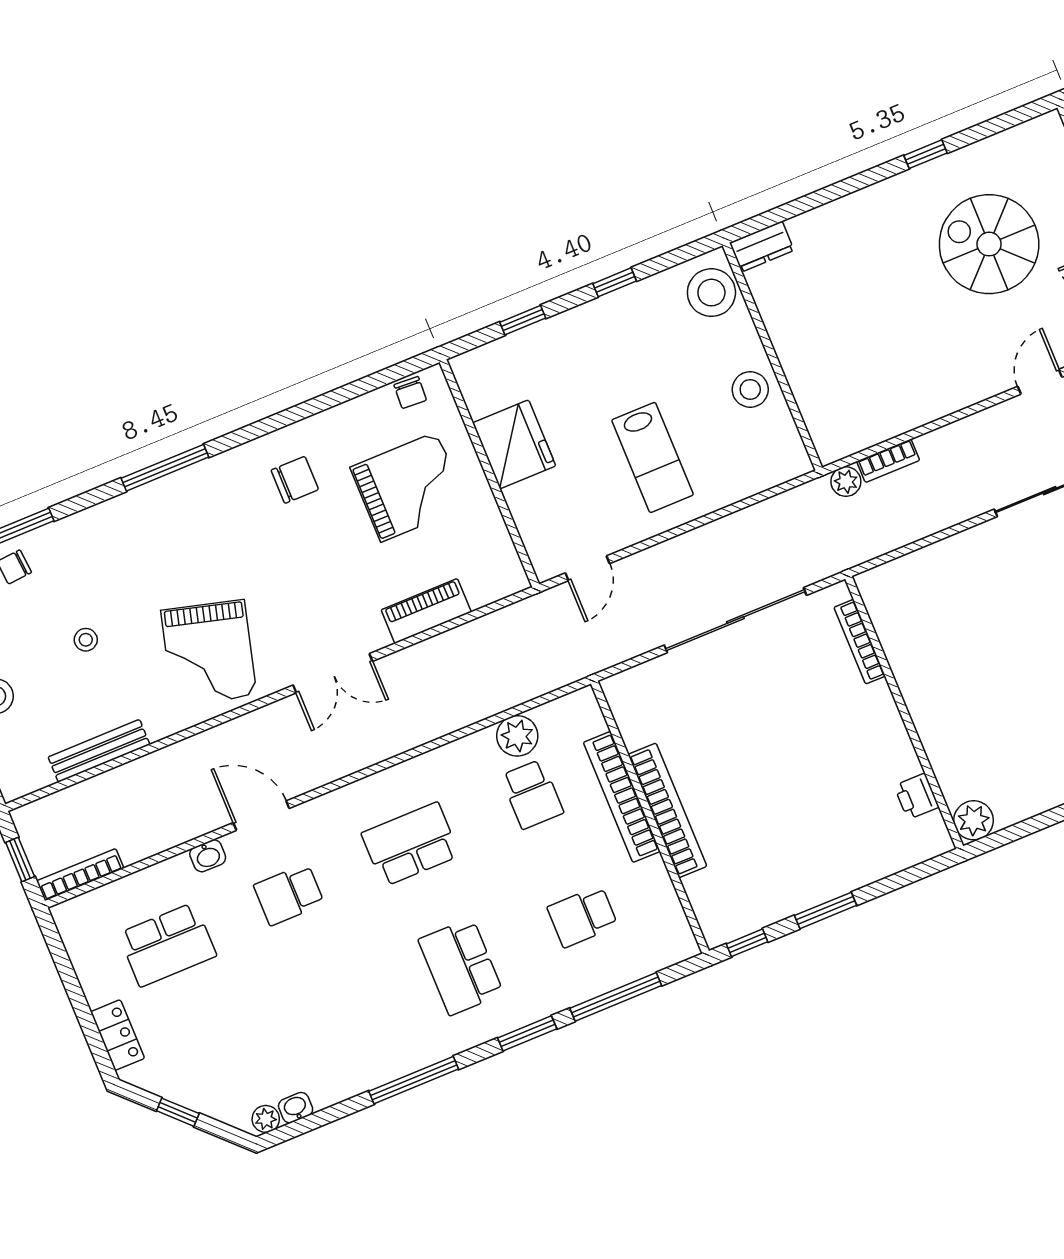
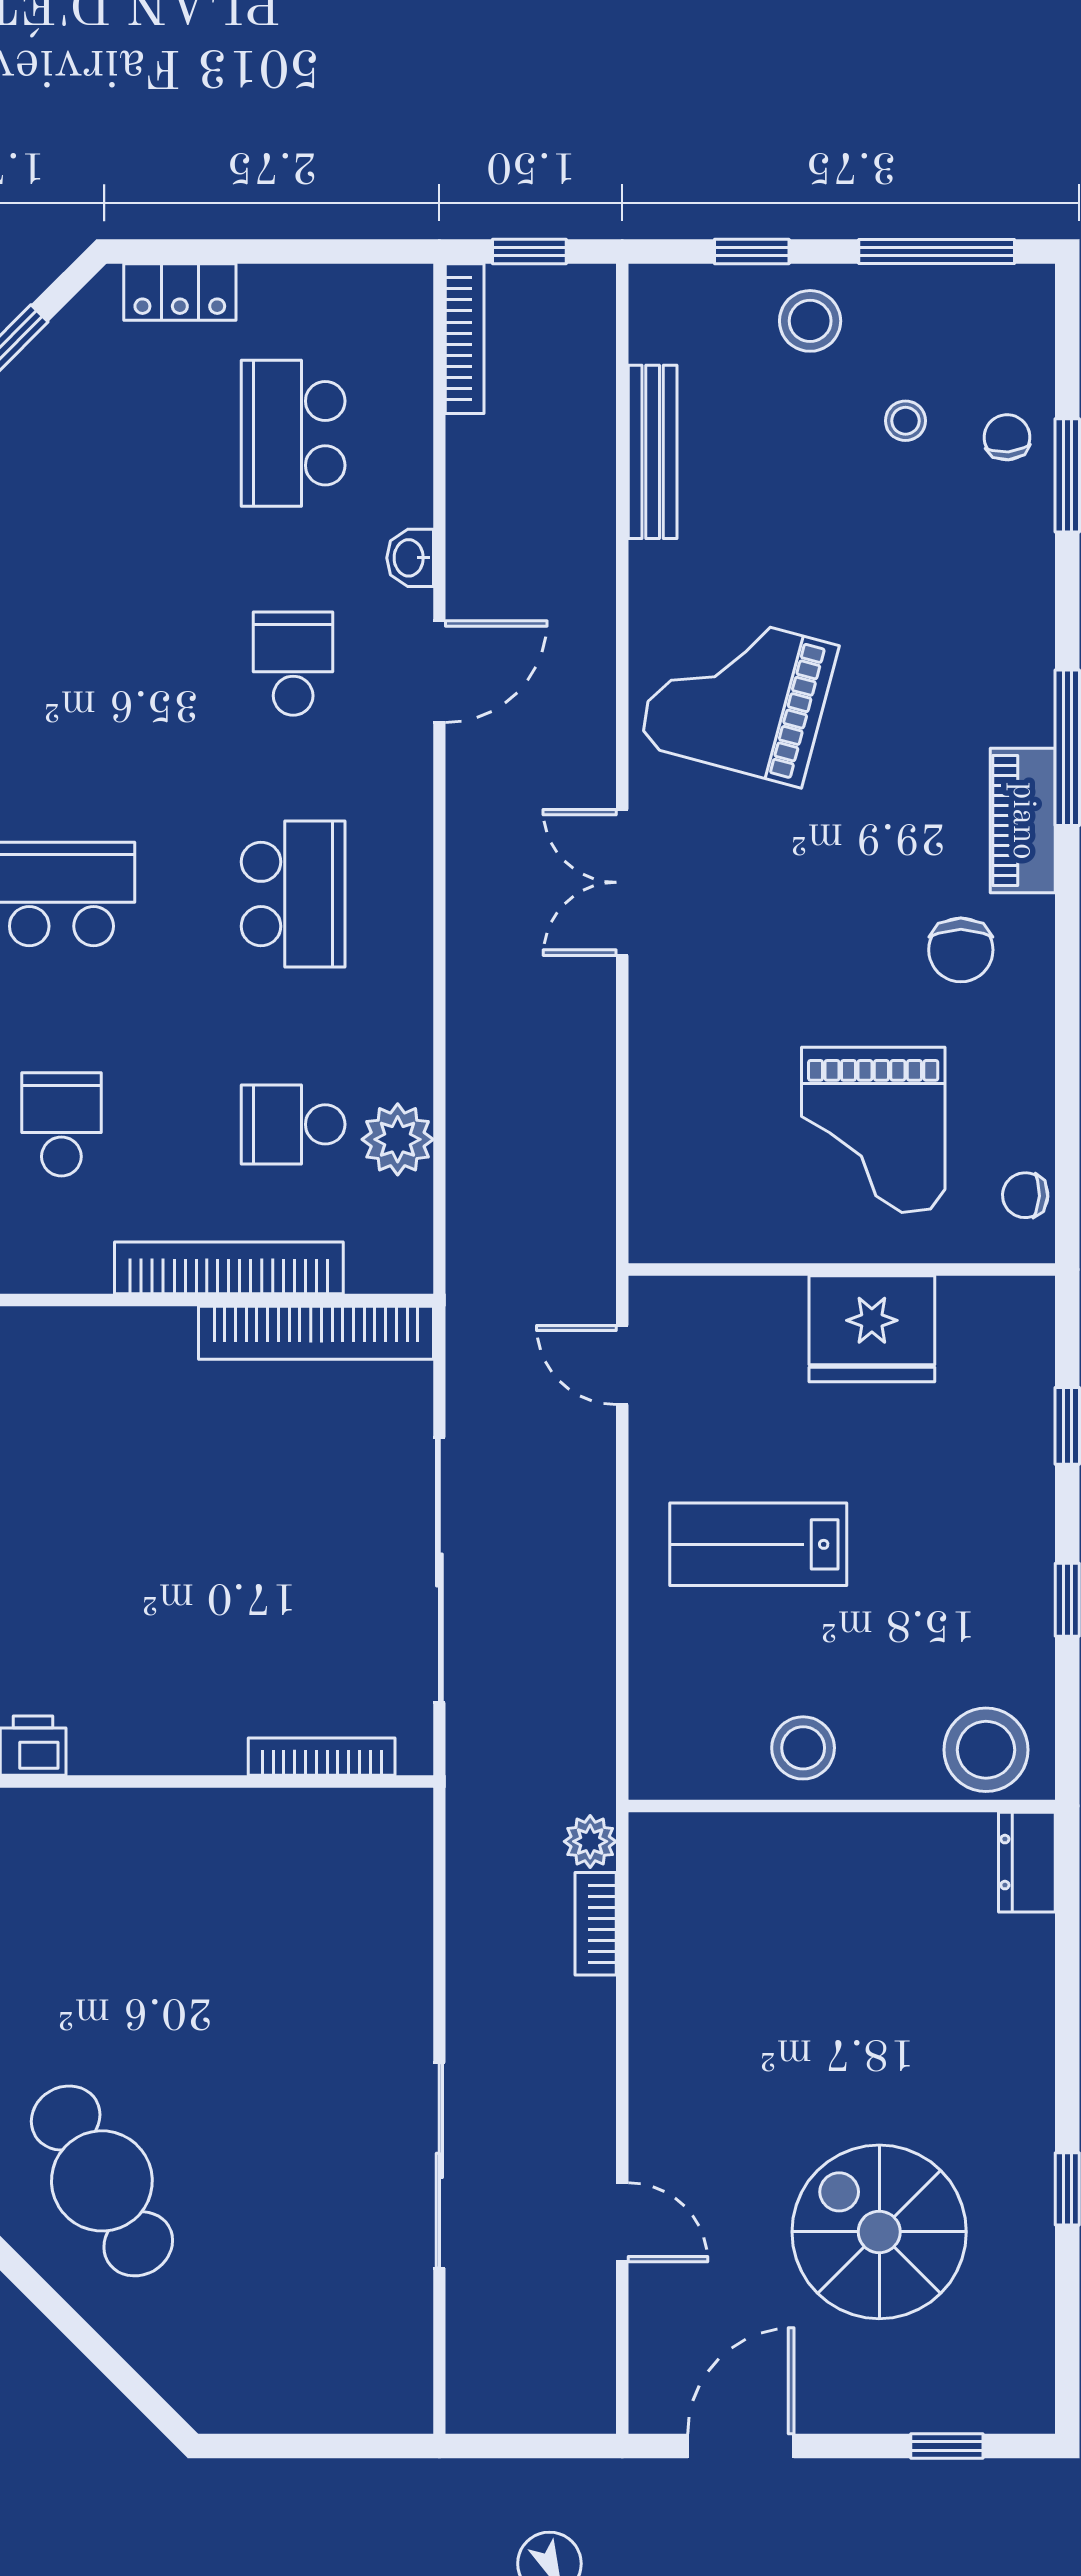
spiral stairs: (989, 244) -> (879, 2232), turned -90
piano: (426, 611) -> (1023, 821), moved, turned 180
stool: (86, 640) -> (905, 421), moved
bookcase: (667, 810) -> (316, 1333), moved

